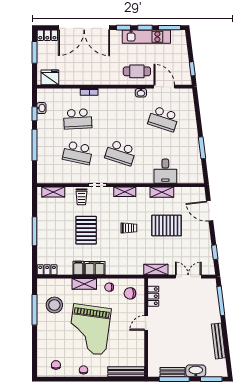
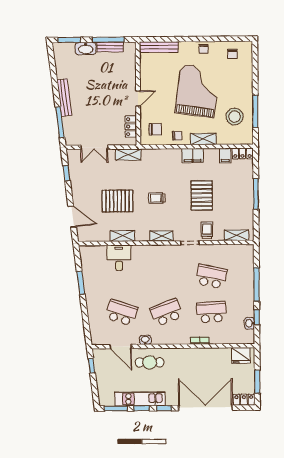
school desk: (121, 153) -> (166, 312), moved, turned -39
filing cabinet: (78, 268) -> (225, 155), moved
bench: (218, 341) -> (64, 98), moved

